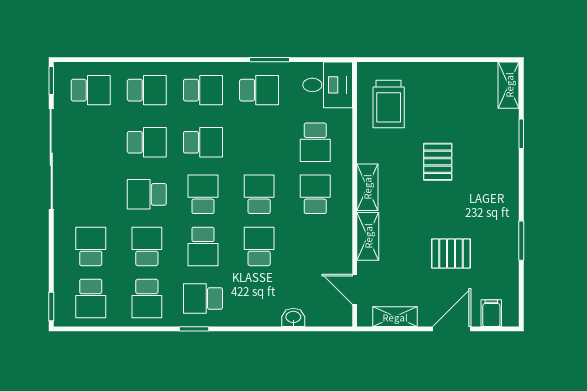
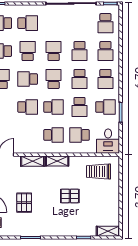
school desk: (259, 90) -> (105, 107), turned -90
school desk: (259, 142) -> (80, 107), added
school desk: (203, 194) -> (54, 79), turned -90
school desk: (147, 246) -> (28, 51), turned -90

